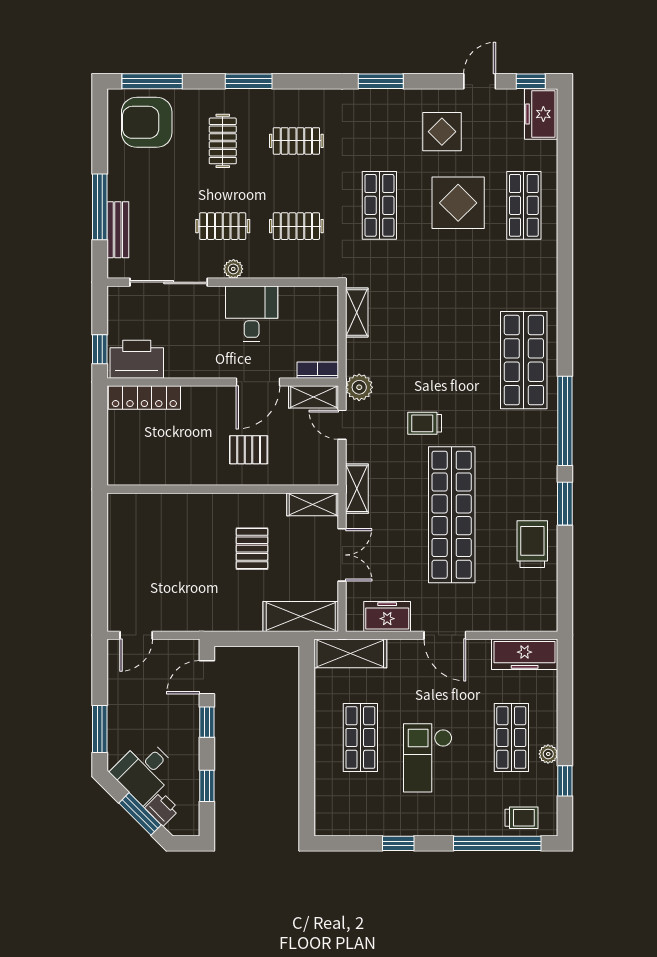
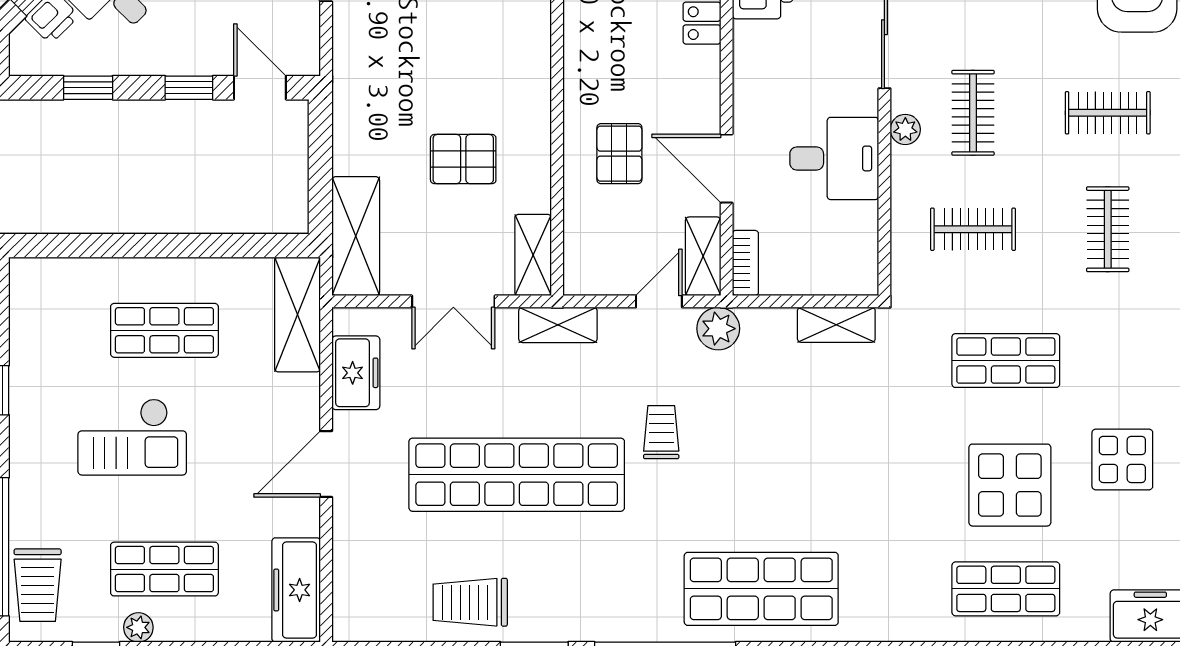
clothes rail: (296, 226) -> (973, 229), turned 90
trolley: (532, 544) -> (470, 602), turned 180
checkout: (428, 758) -> (132, 437), turned 180
trolley: (522, 818) -> (38, 585), width x1.36, depth x1.39

